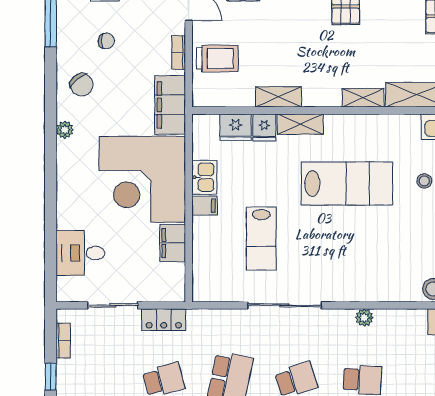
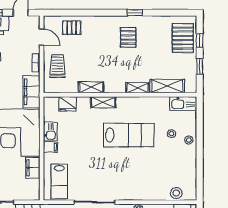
trolley: (217, 58) -> (57, 66), turned -90
fridge: (264, 127) -> (83, 104), removed
lab bench: (261, 239) -> (59, 181), moved

